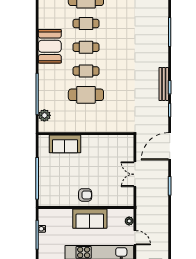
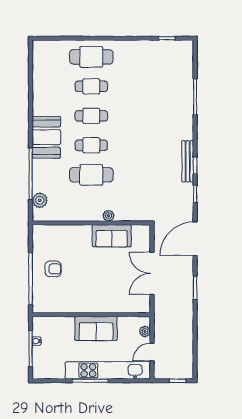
booth: (50, 46) -> (46, 137), moved
plant: (100, 128) -> (109, 216), added
sofa: (65, 144) -> (112, 236), moved
double door: (135, 174) -> (152, 273), width x1.37
armchair: (85, 195) -> (53, 269), moved
door: (135, 238) -> (152, 352), swing flipped

